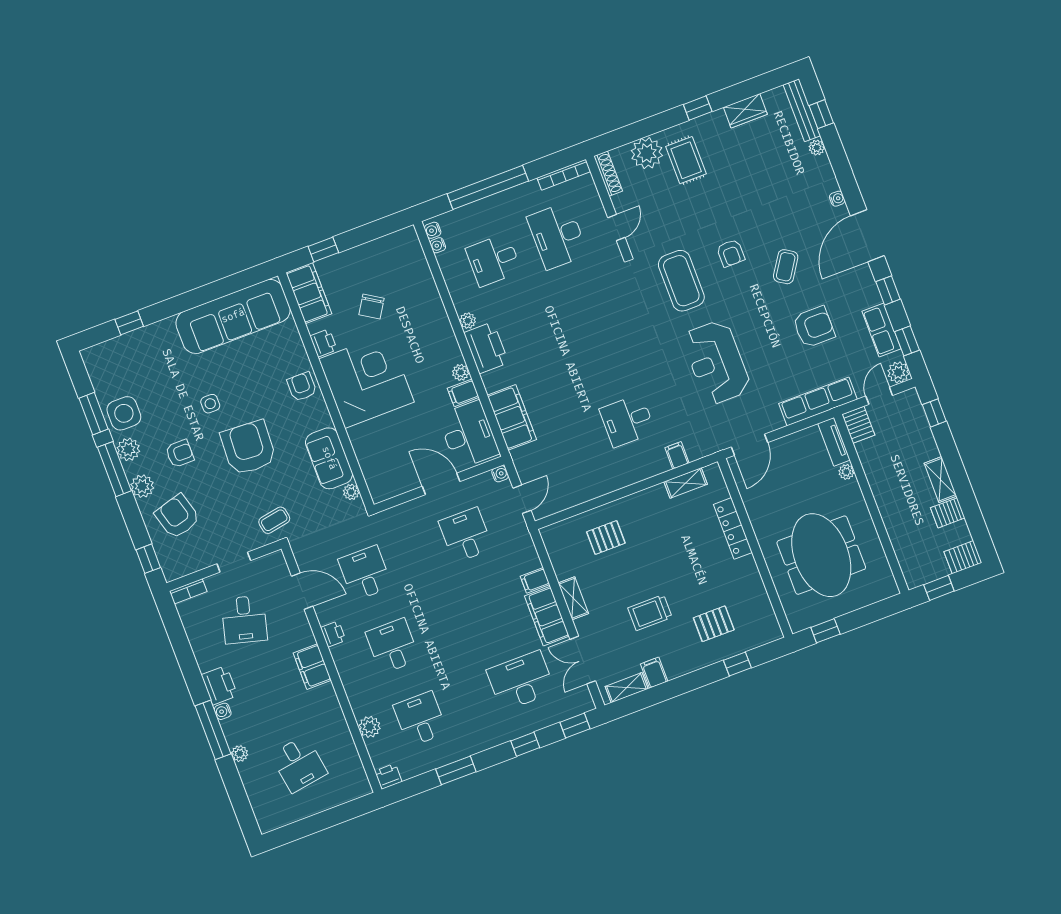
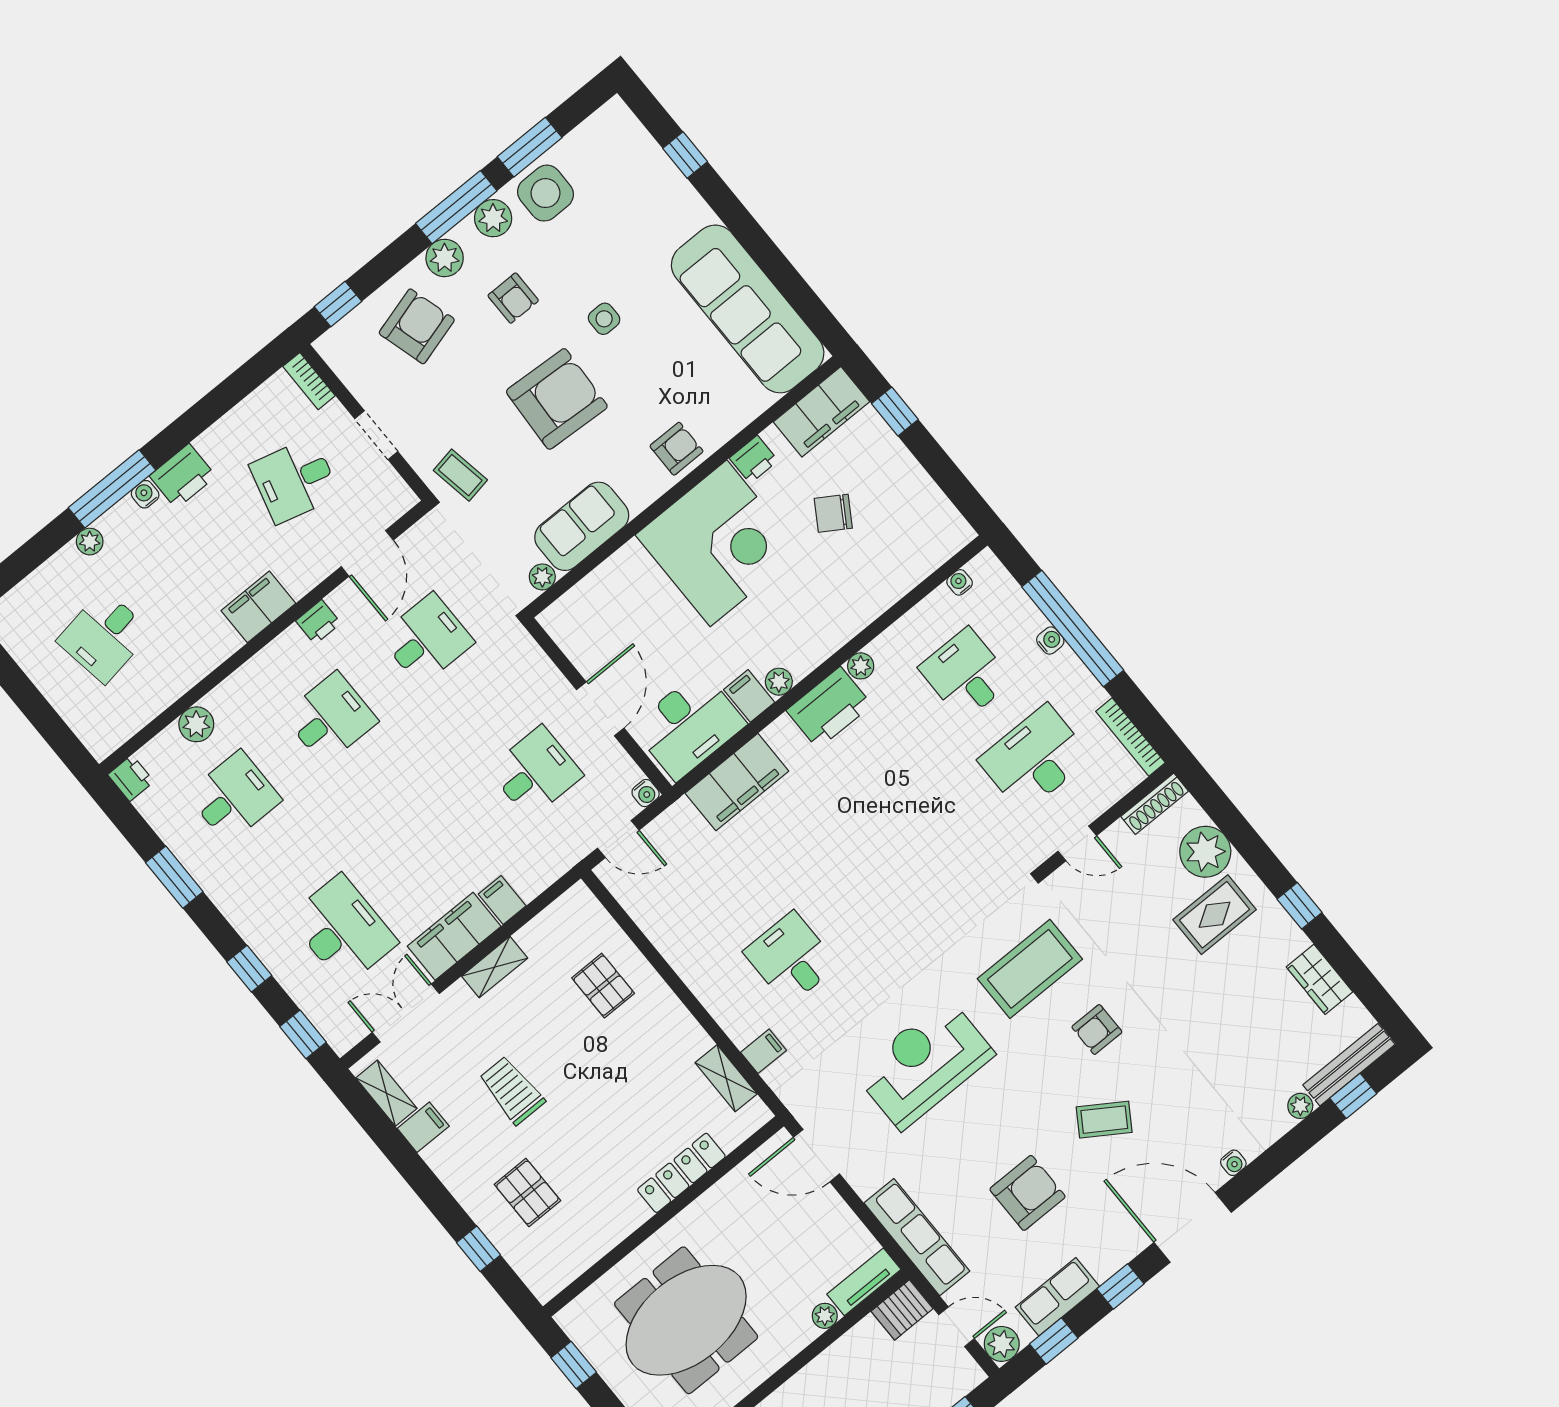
water cooler: (433, 230) -> (1050, 641), moved, turned 90
armchair: (814, 327) -> (1028, 1193), turned -90

